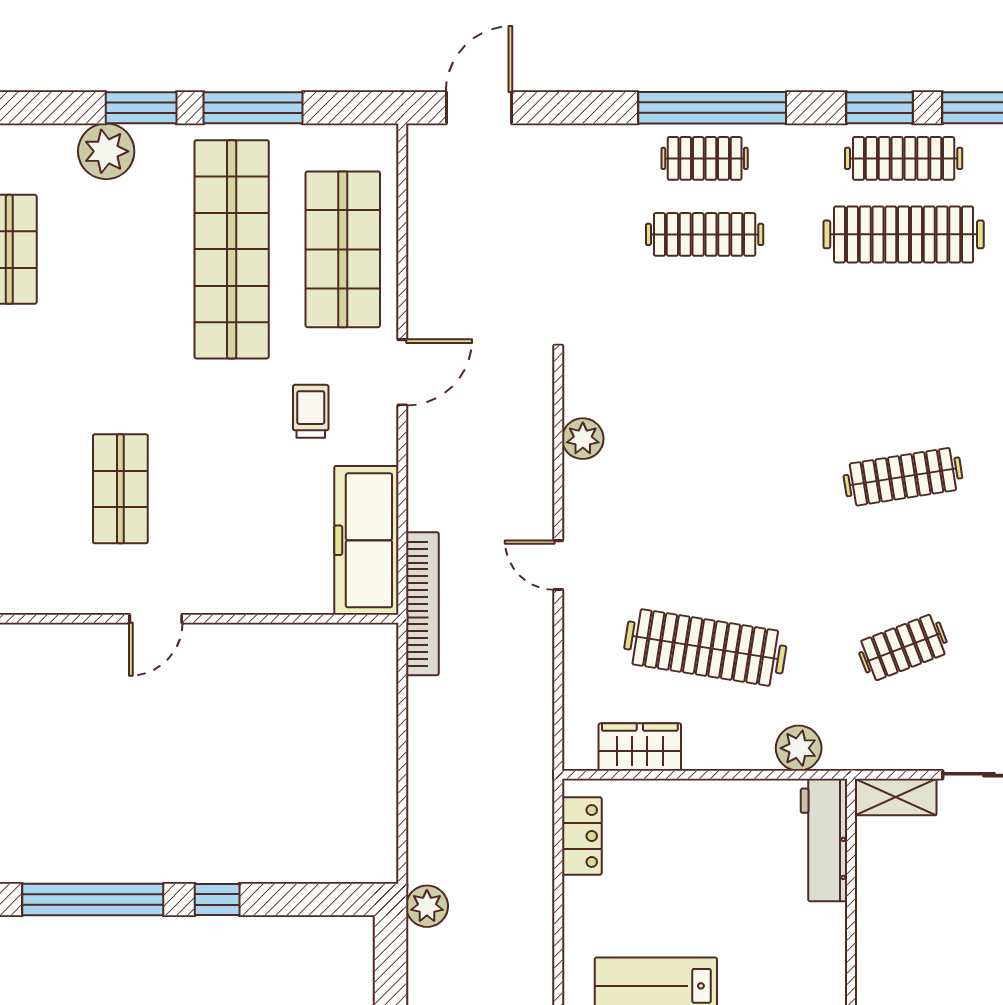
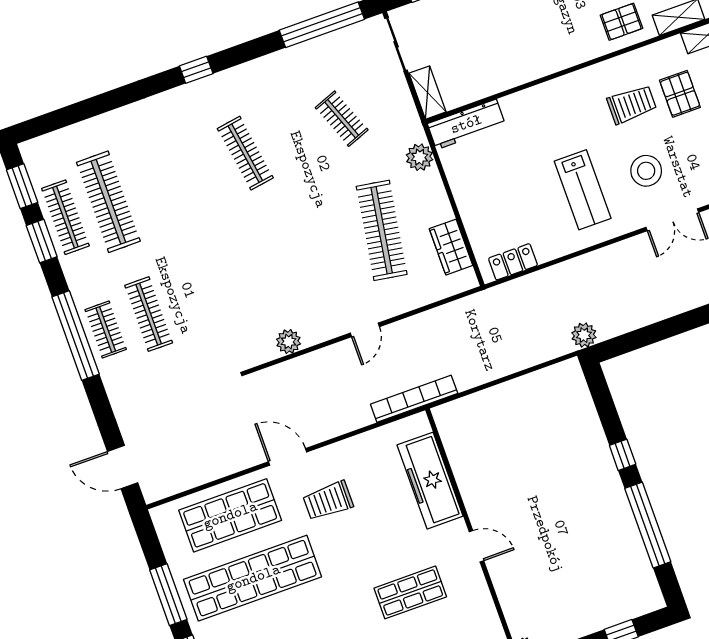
trolley: (311, 411) -> (328, 501), width x1.36, depth x1.39
freezer: (366, 540) -> (430, 481), moved, turned 90

